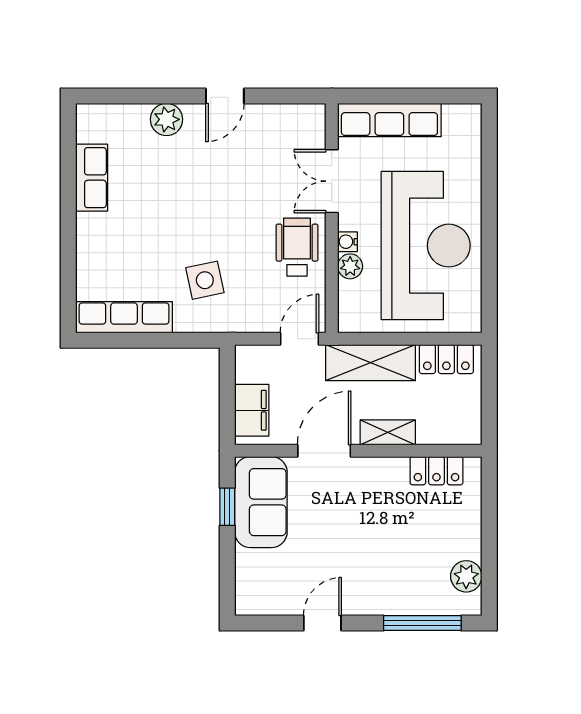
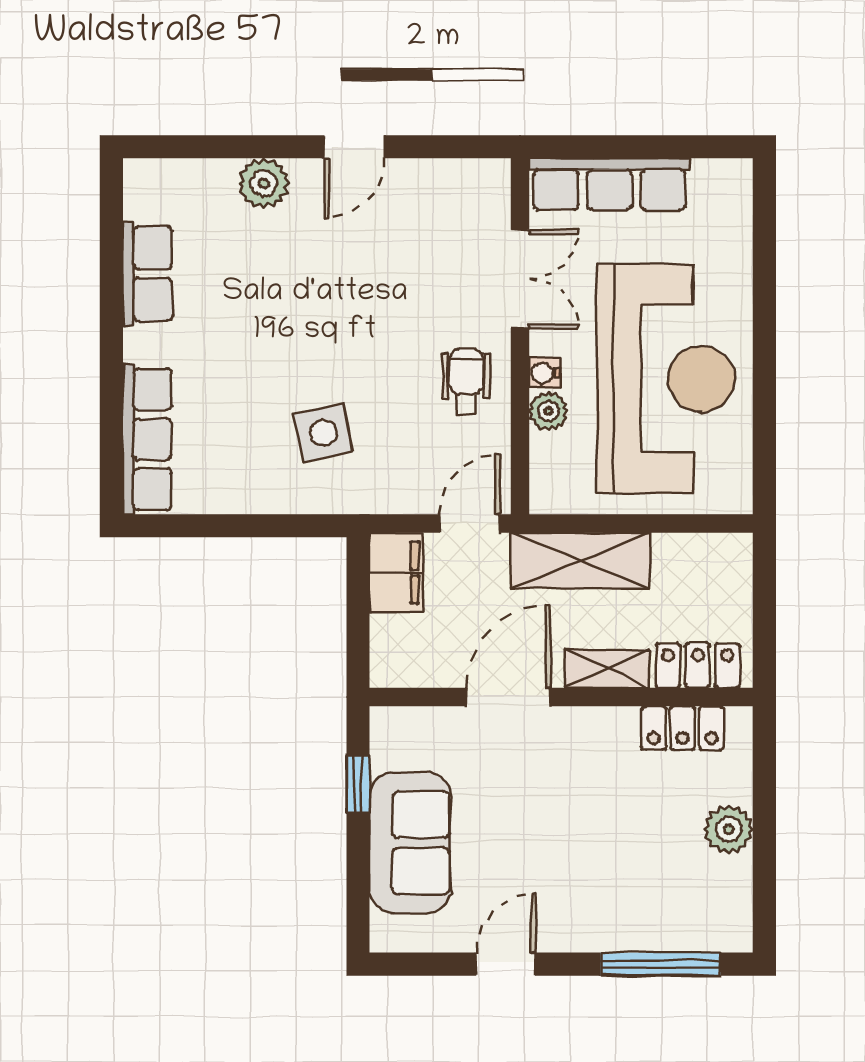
double door: (332, 181) -> (520, 279), swing flipped
wheelchair: (297, 247) -> (466, 381), width x0.73, depth x0.73
row of seats: (124, 317) -> (147, 439), moved, turned 90
locker: (446, 359) -> (698, 665), moved, turned 180
filing cabinet: (252, 410) -> (396, 573), moved
sofa: (261, 502) -> (410, 843), moved
plant: (466, 576) -> (729, 829), moved

